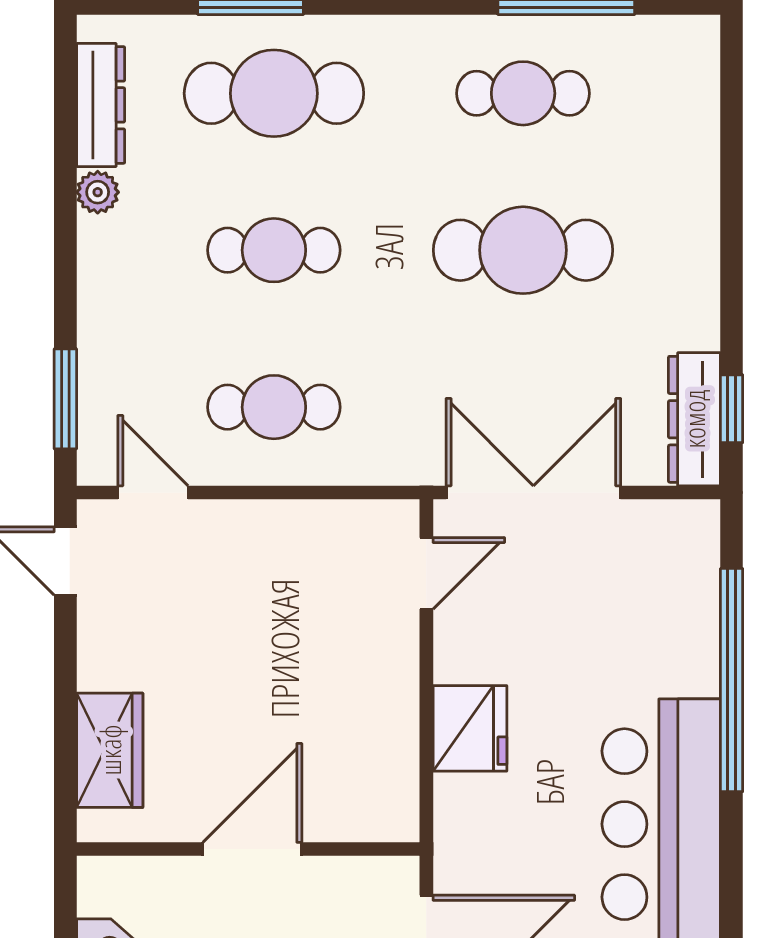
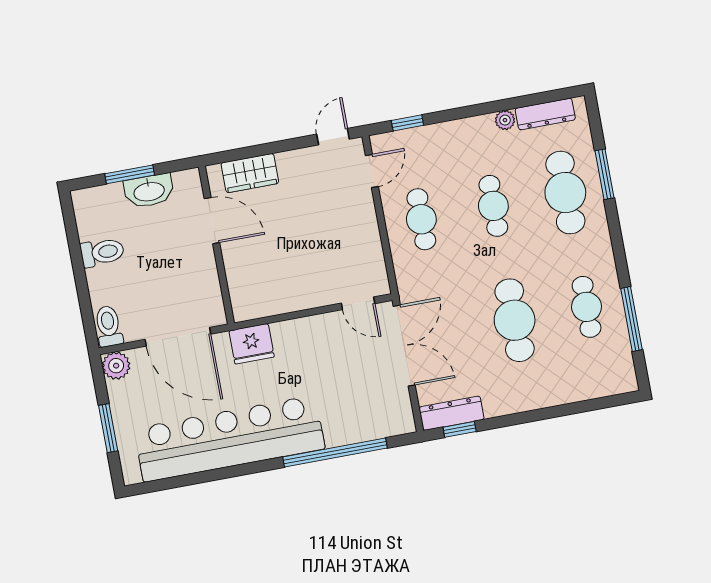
window: (65, 399) -> (407, 123), width x0.67
fridge: (470, 728) -> (252, 344), moved
door: (252, 849) -> (212, 221), moved

